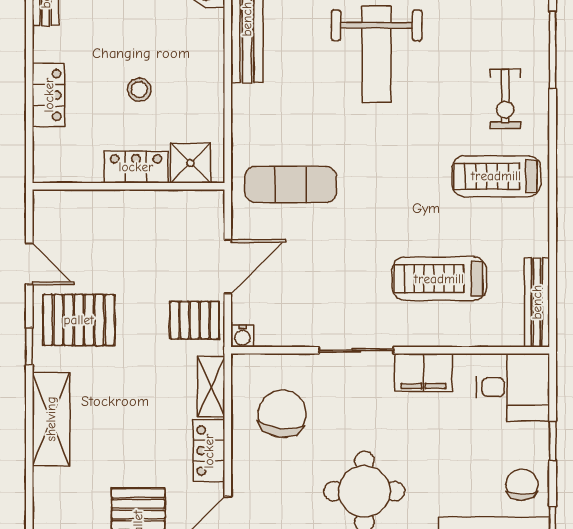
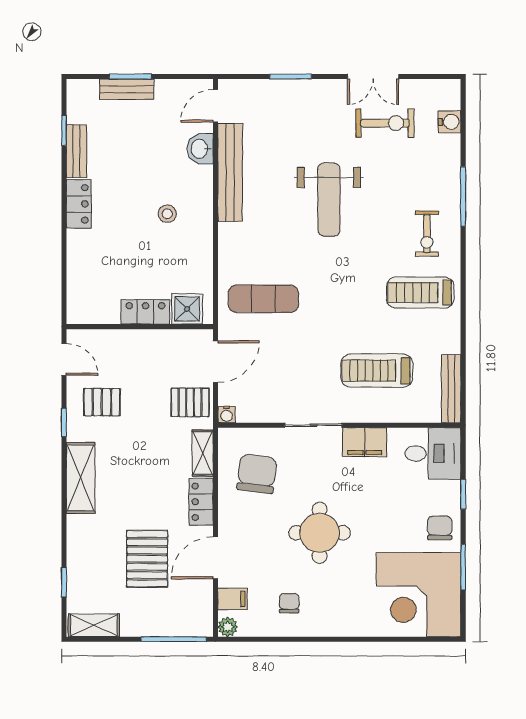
stool: (139, 90) -> (167, 214), moved
locker: (49, 95) -> (79, 204), moved
shower: (191, 163) -> (187, 309), moved
locker: (136, 167) -> (145, 312), moved
wall: (129, 186) -> (140, 327), moved
pallet: (79, 320) -> (102, 402), width x0.67, depth x0.71

